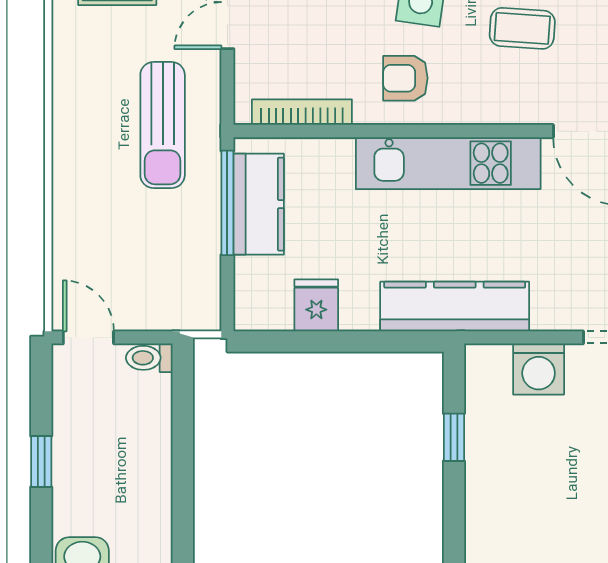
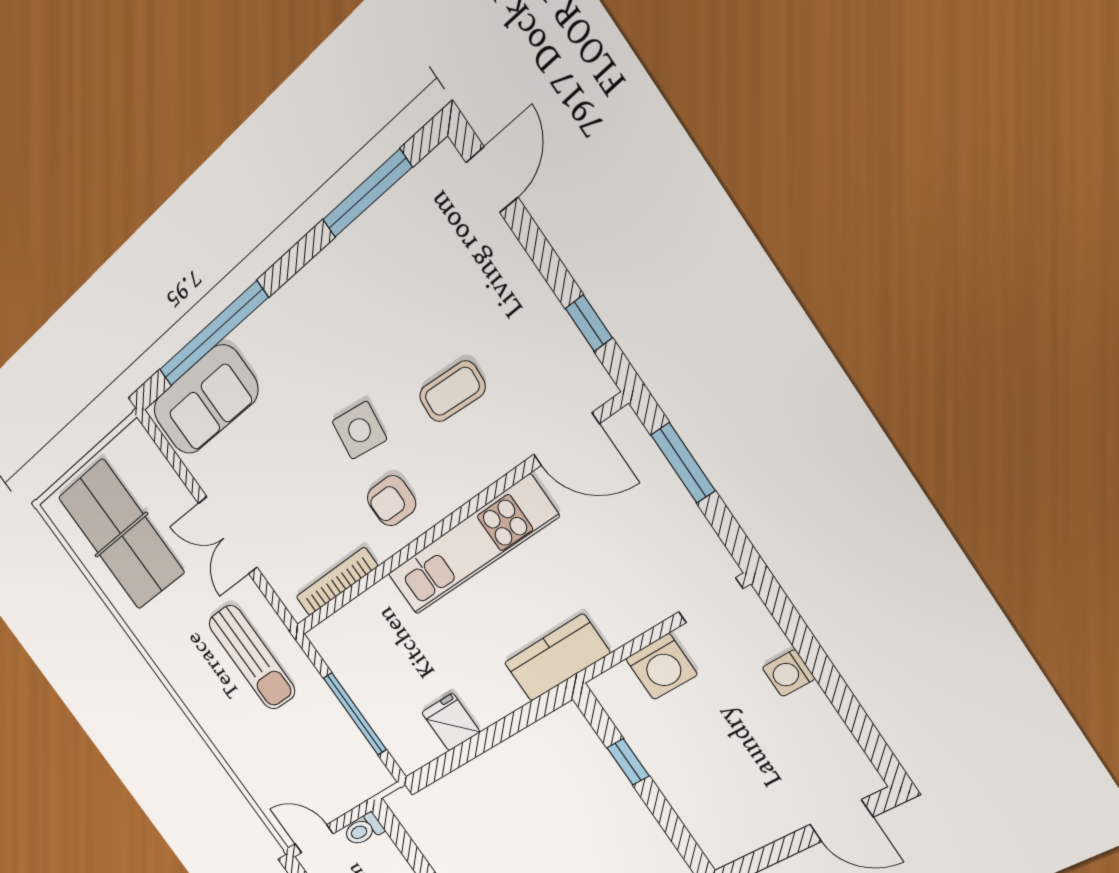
window: (227, 203) -> (355, 714), moved
kitchen counter: (259, 204) -> (356, 672), removed
kitchen counter: (455, 307) -> (557, 658), width x0.67

